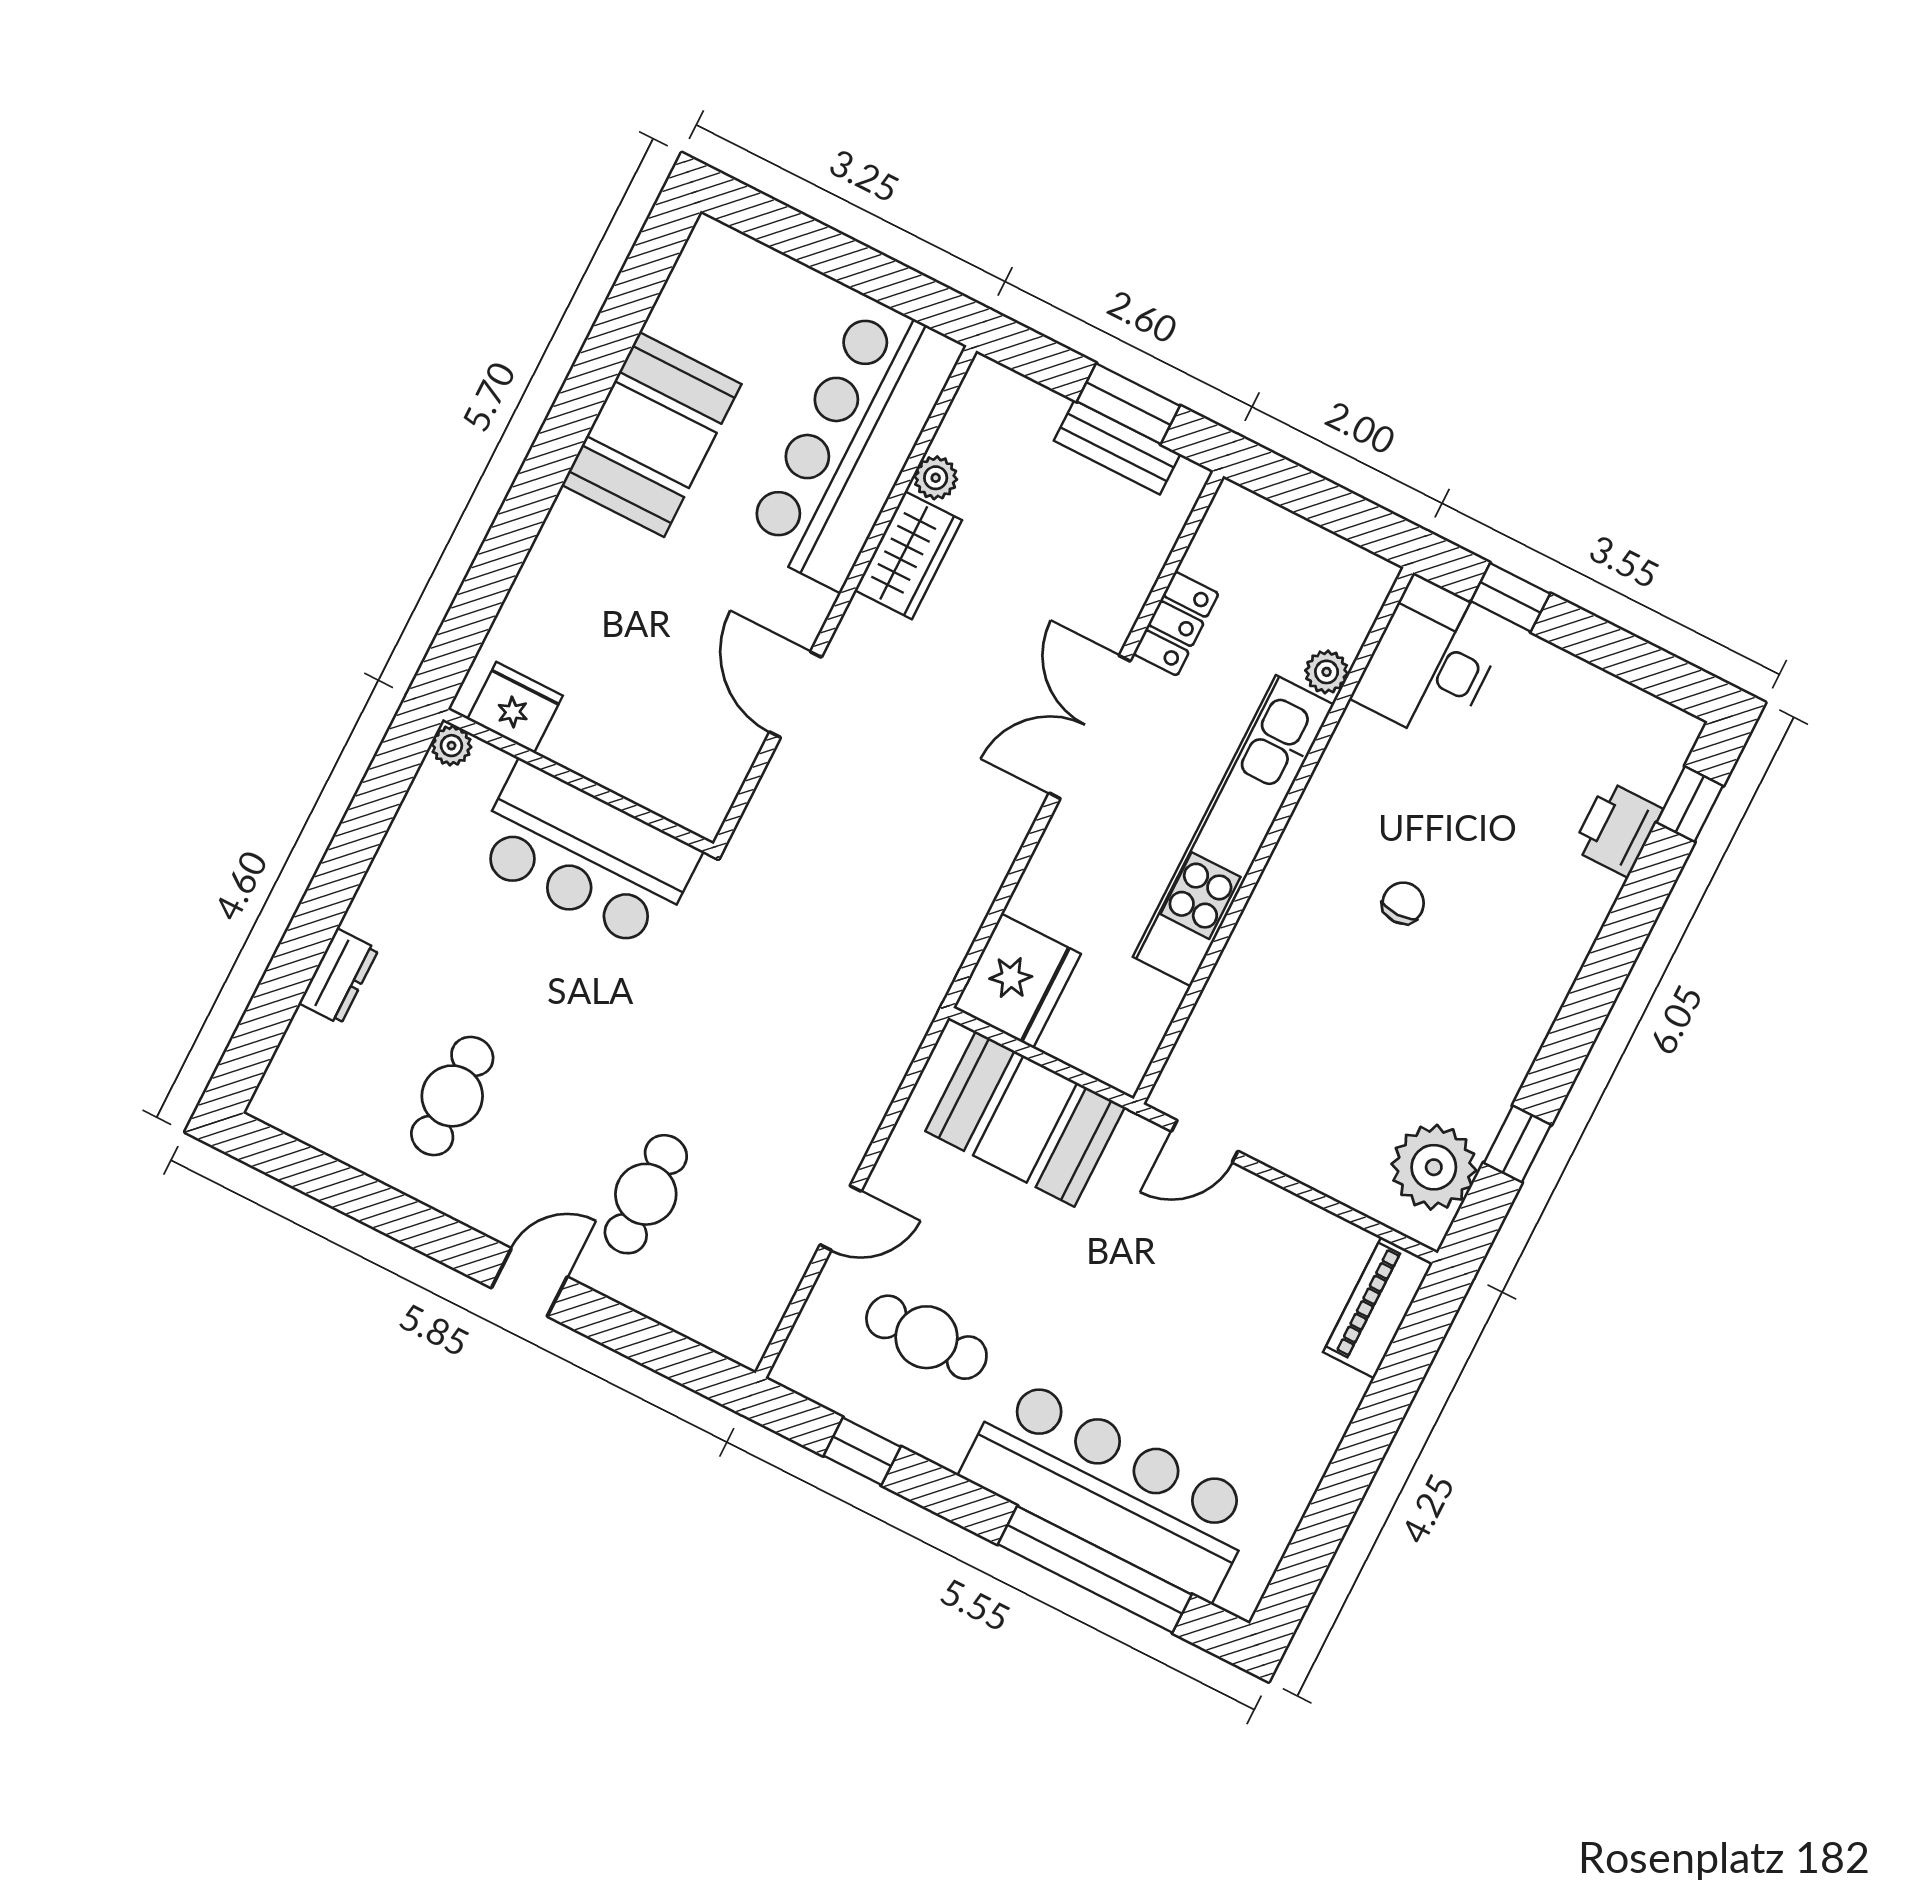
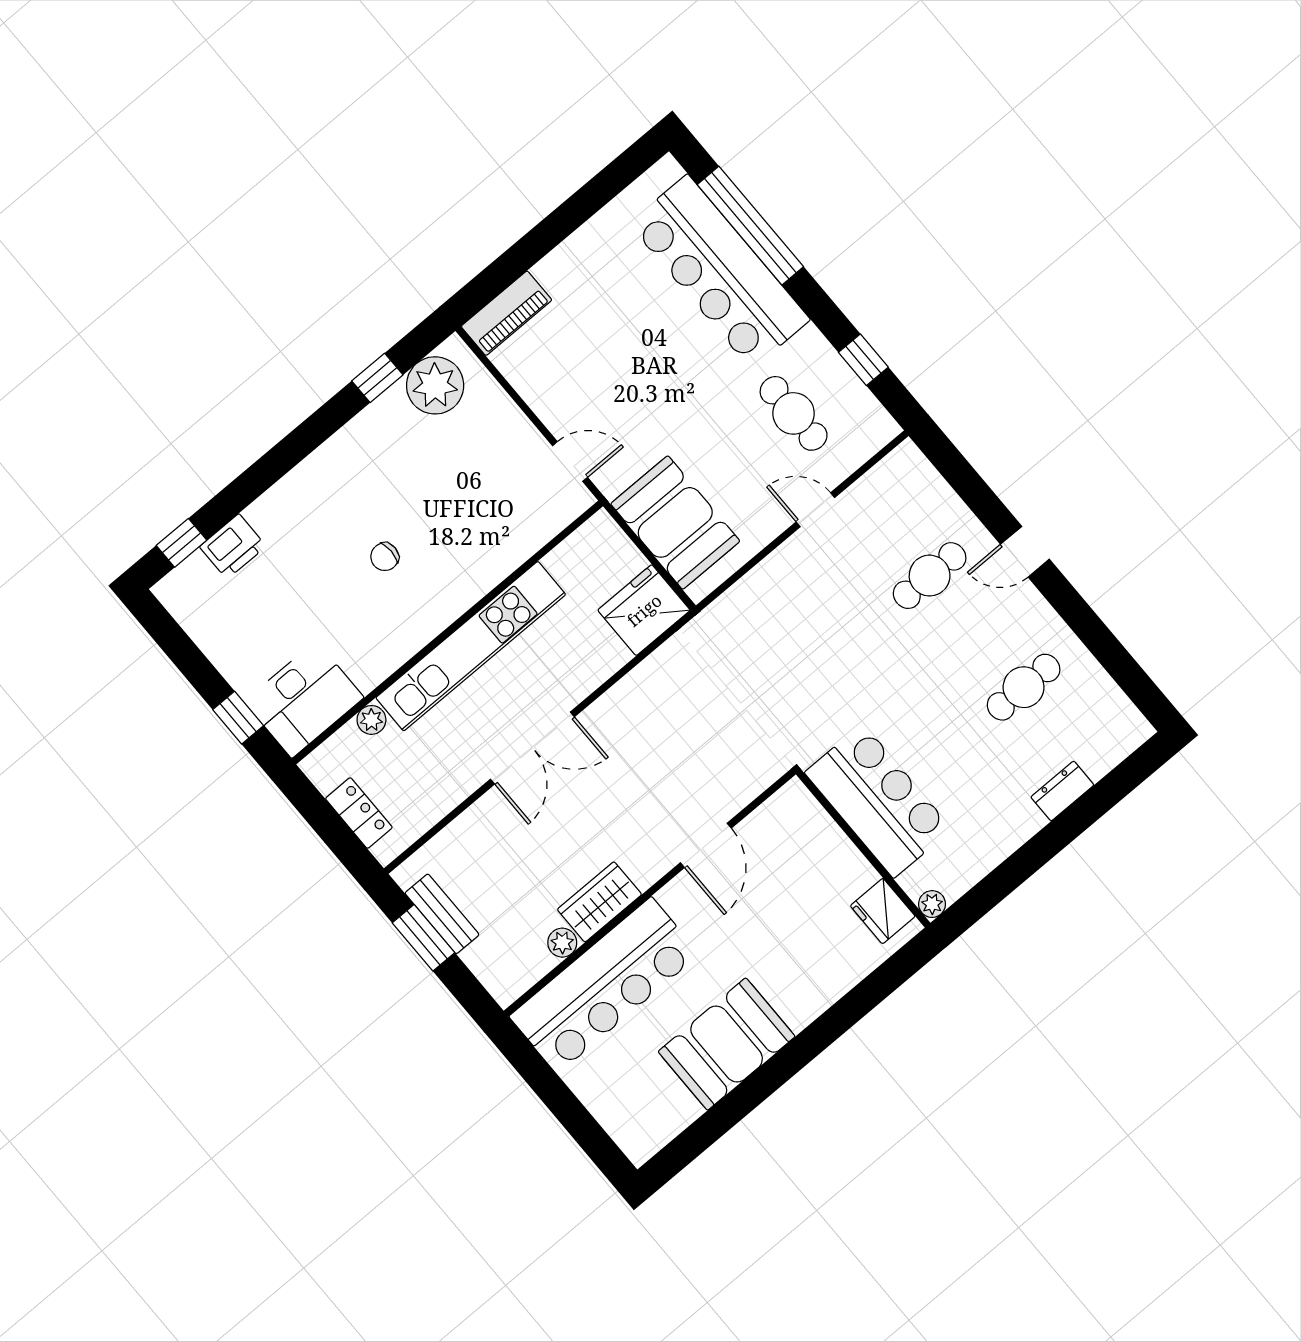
locker: (1176, 624) -> (359, 813), moved, turned 90

